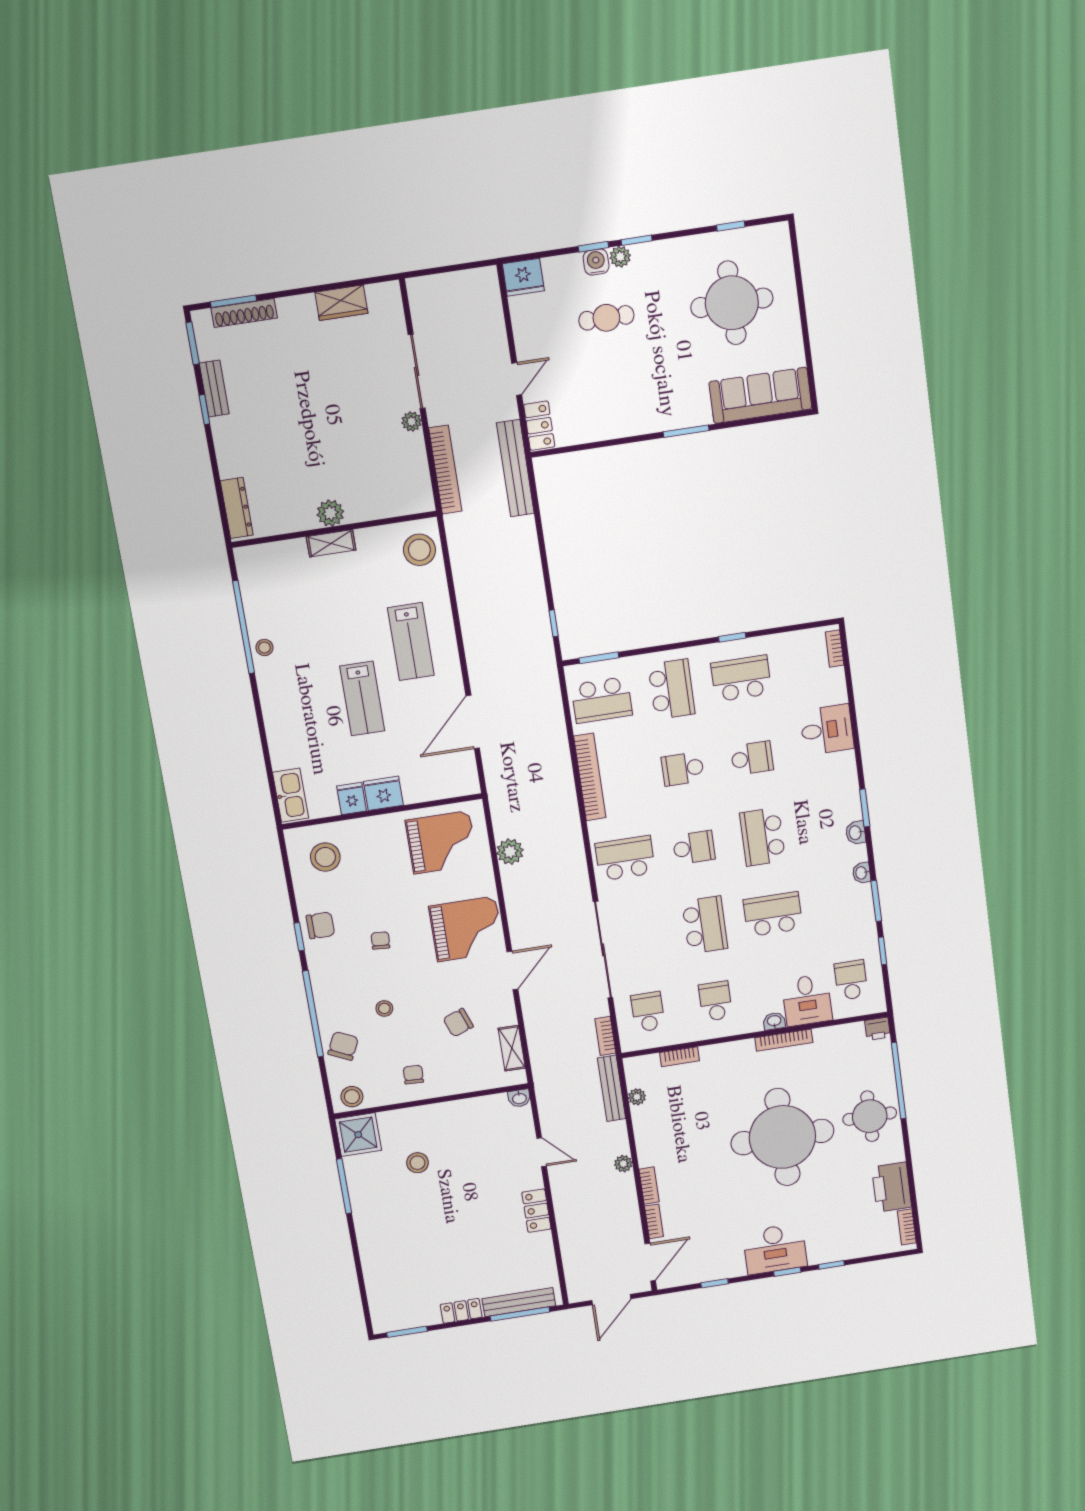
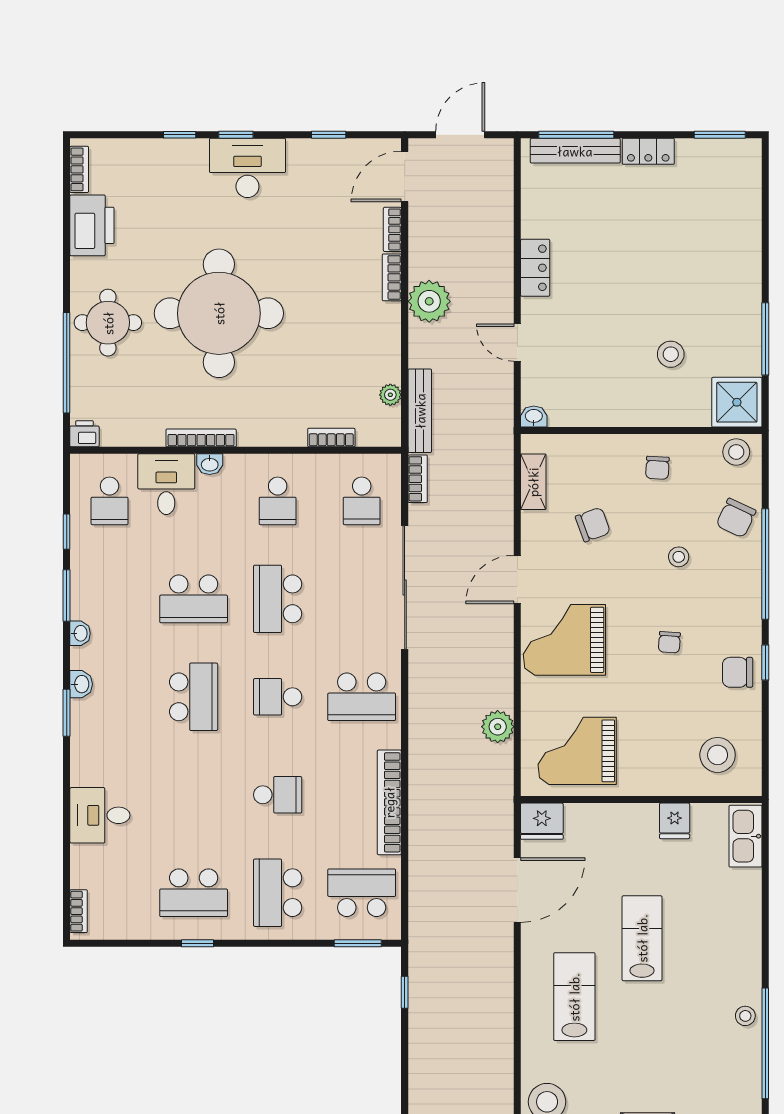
school desk: (752, 758) -> (194, 795), removed
fridge: (383, 793) -> (542, 821), moved
plant: (623, 1164) -> (429, 301), width x1.87, depth x1.87

